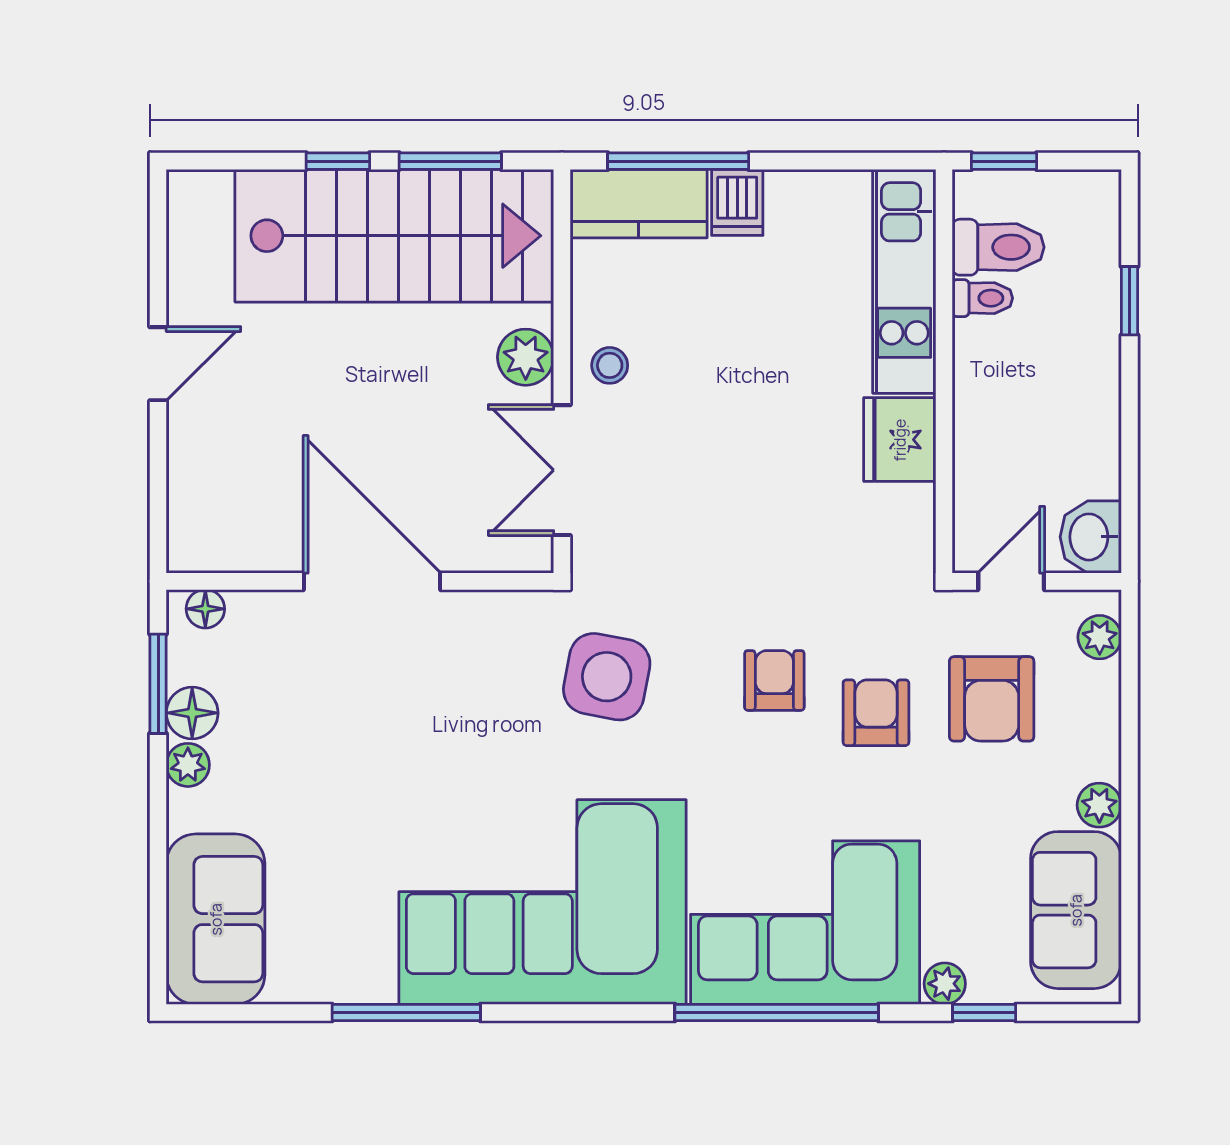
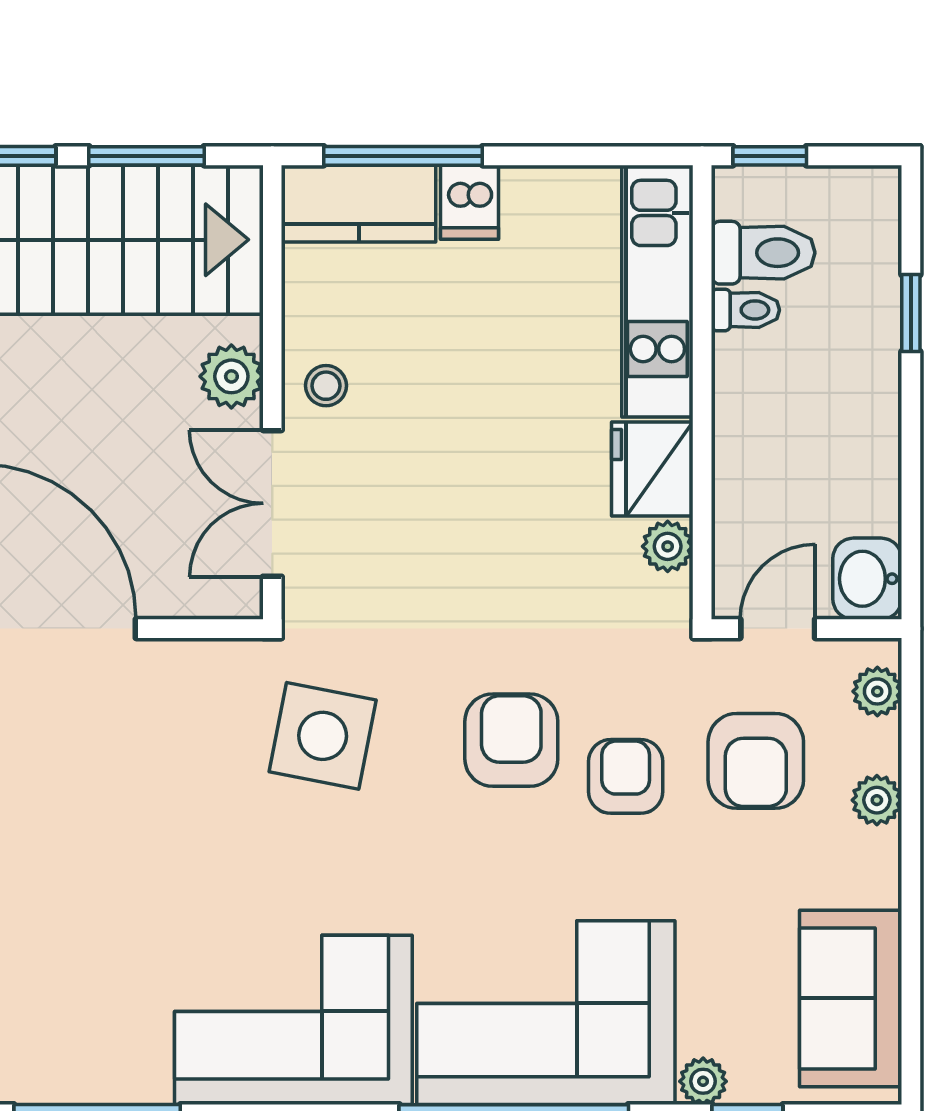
plant: (913, 508) -> (668, 546), added
armchair: (774, 680) -> (511, 740), width x1.38, depth x1.38
plant: (1099, 805) -> (877, 800), moved
corner sofa: (542, 902) -> (293, 1020), width x0.73, depth x0.74

